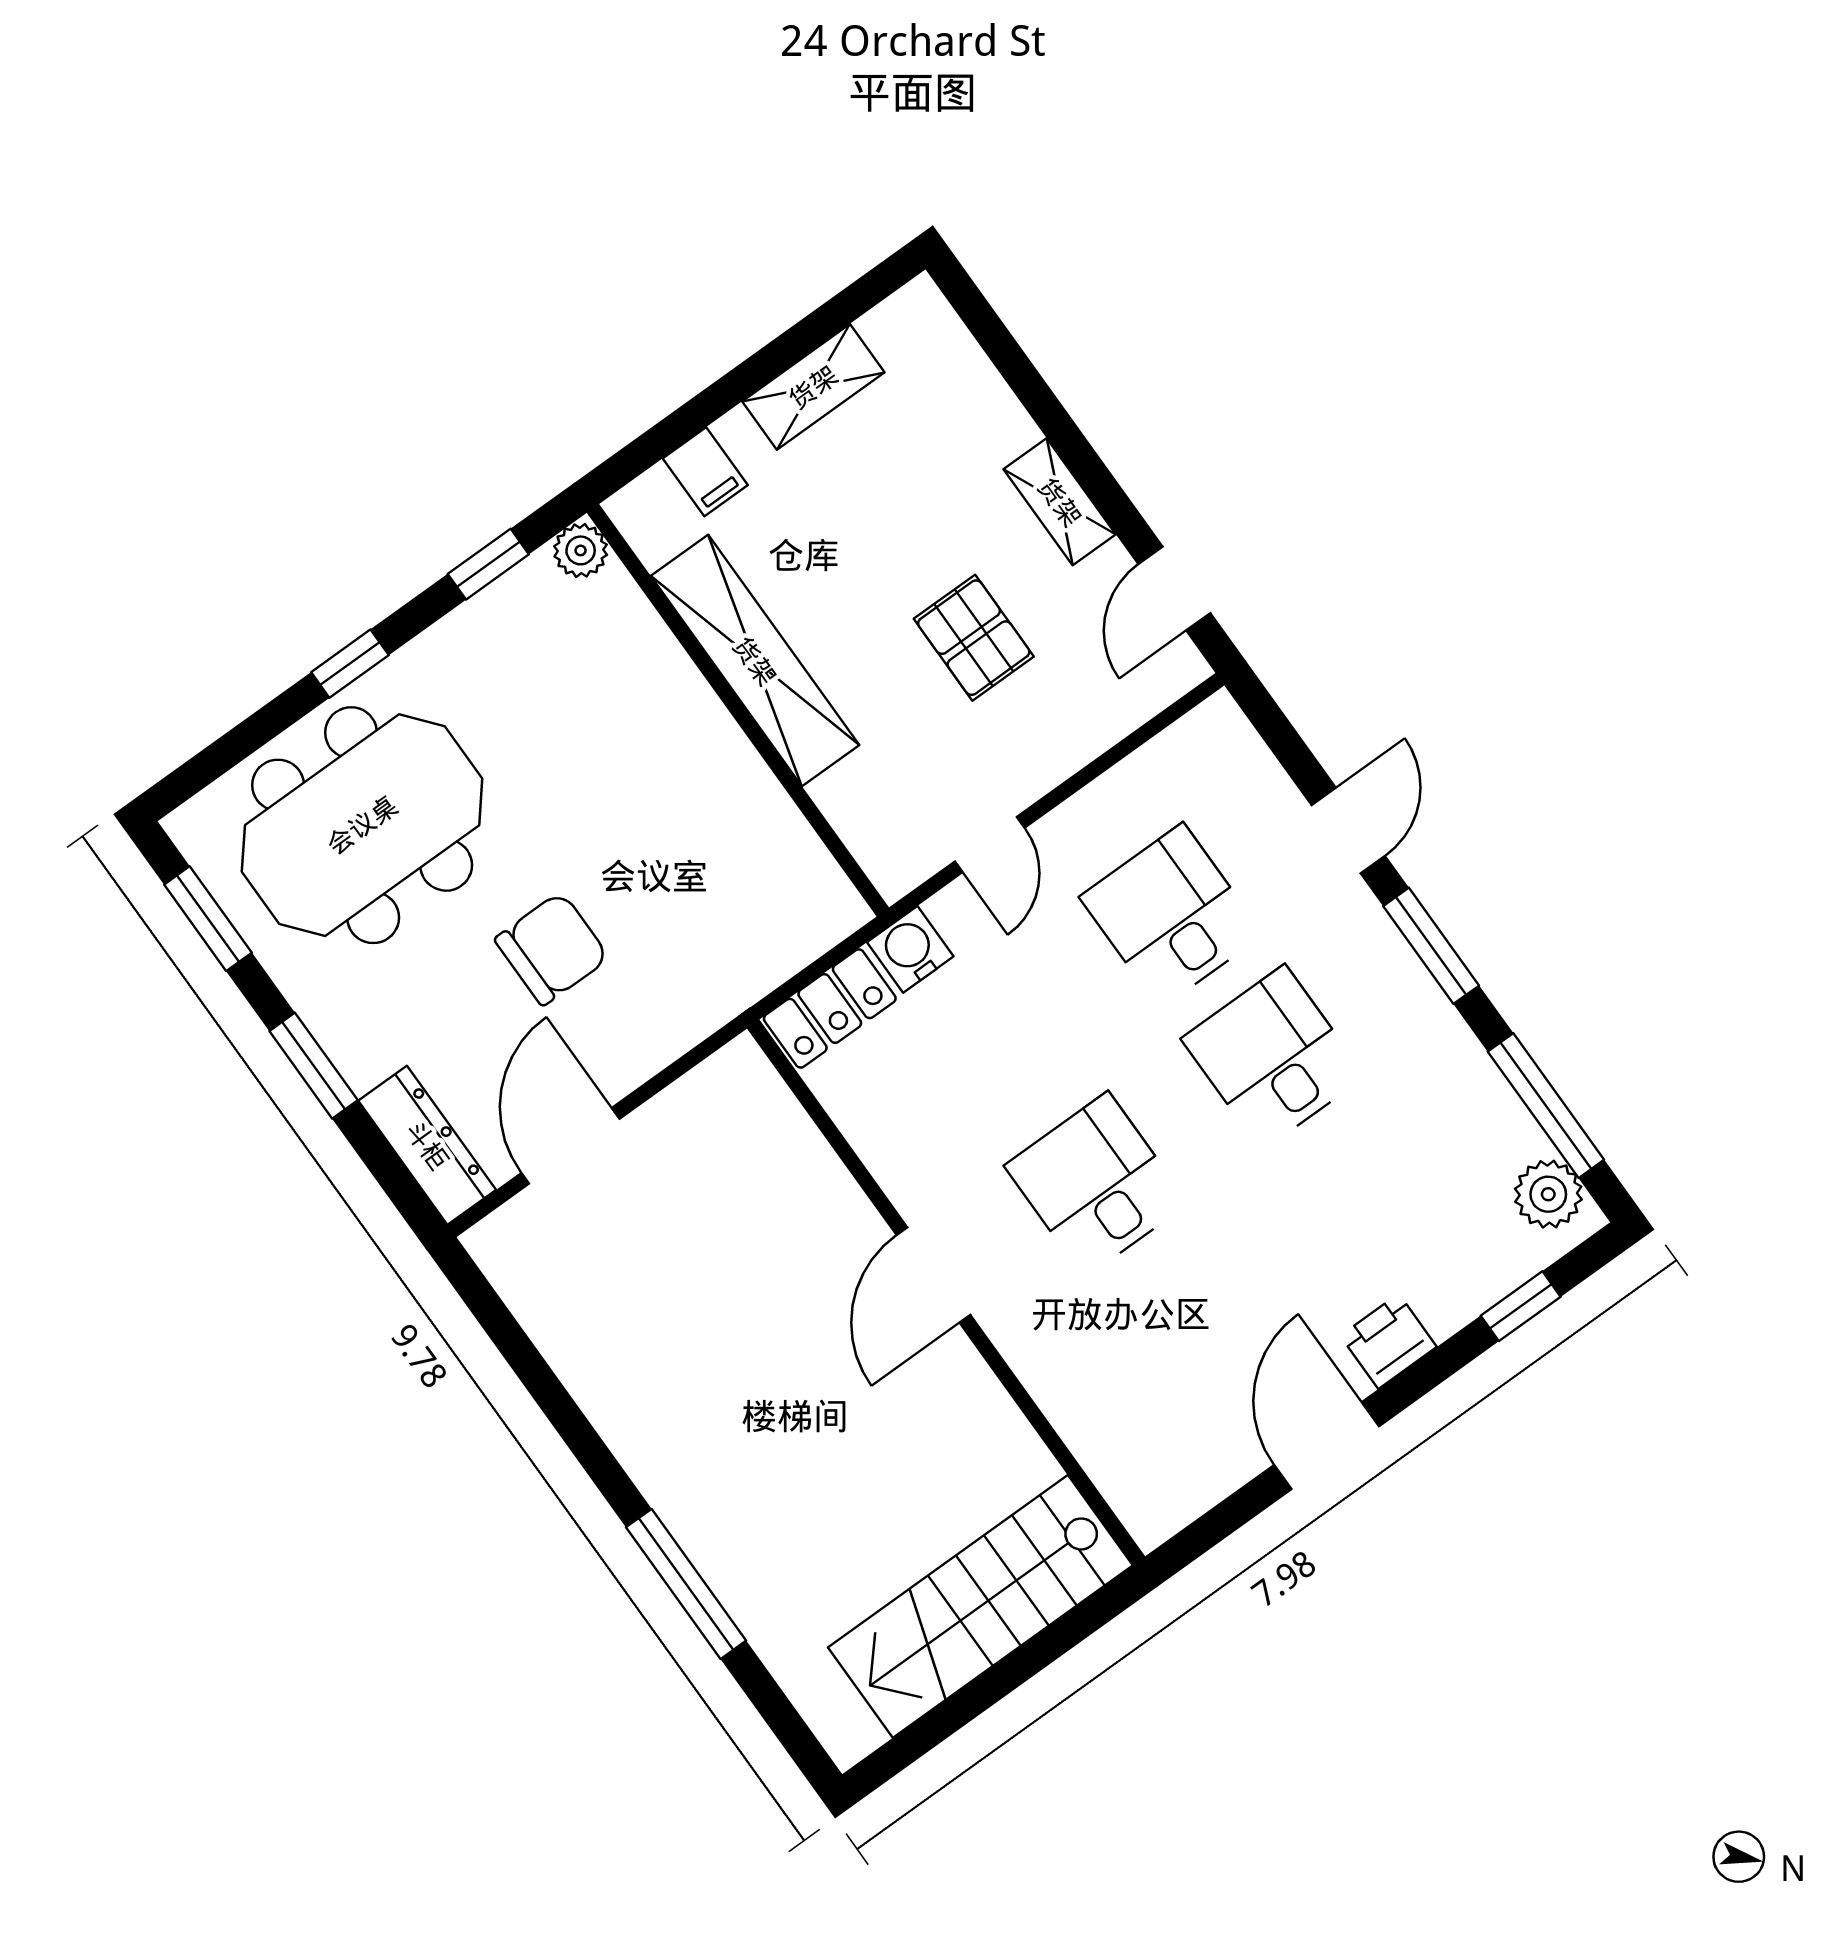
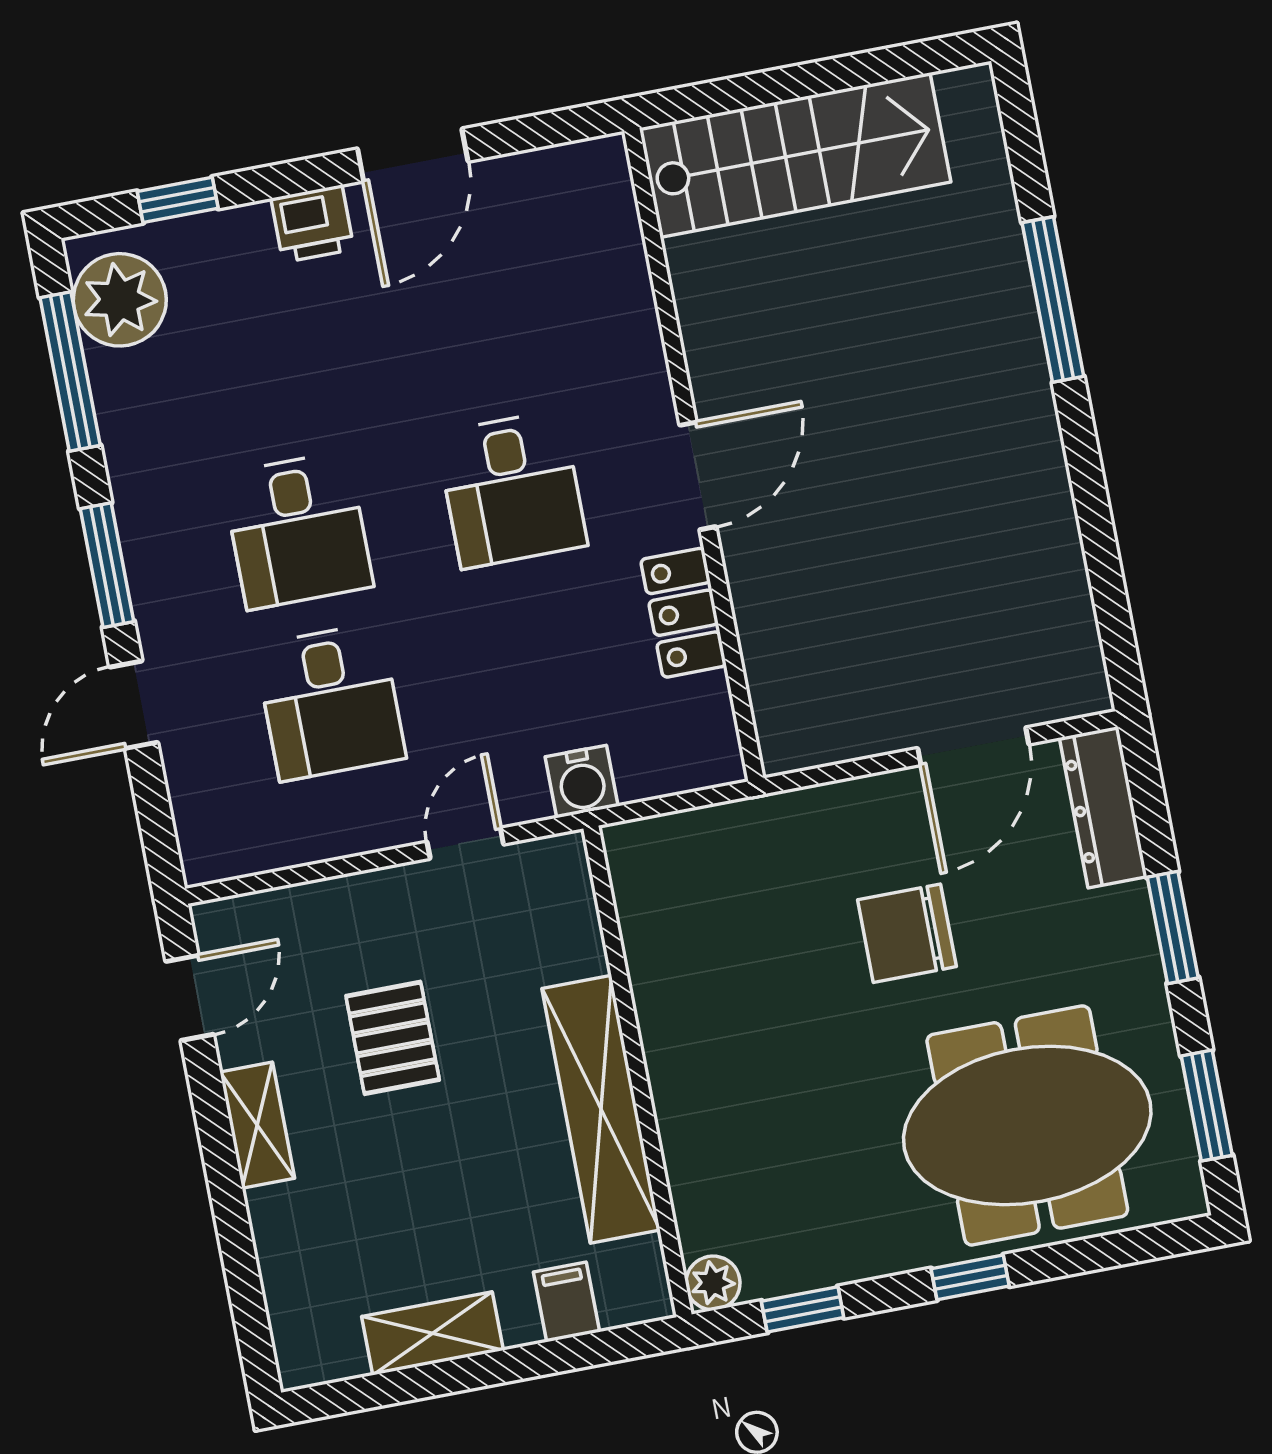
locker: (830, 1008) -> (683, 613), moved, turned -90
plant: (1548, 1194) -> (120, 300), width x1.36, depth x1.36

